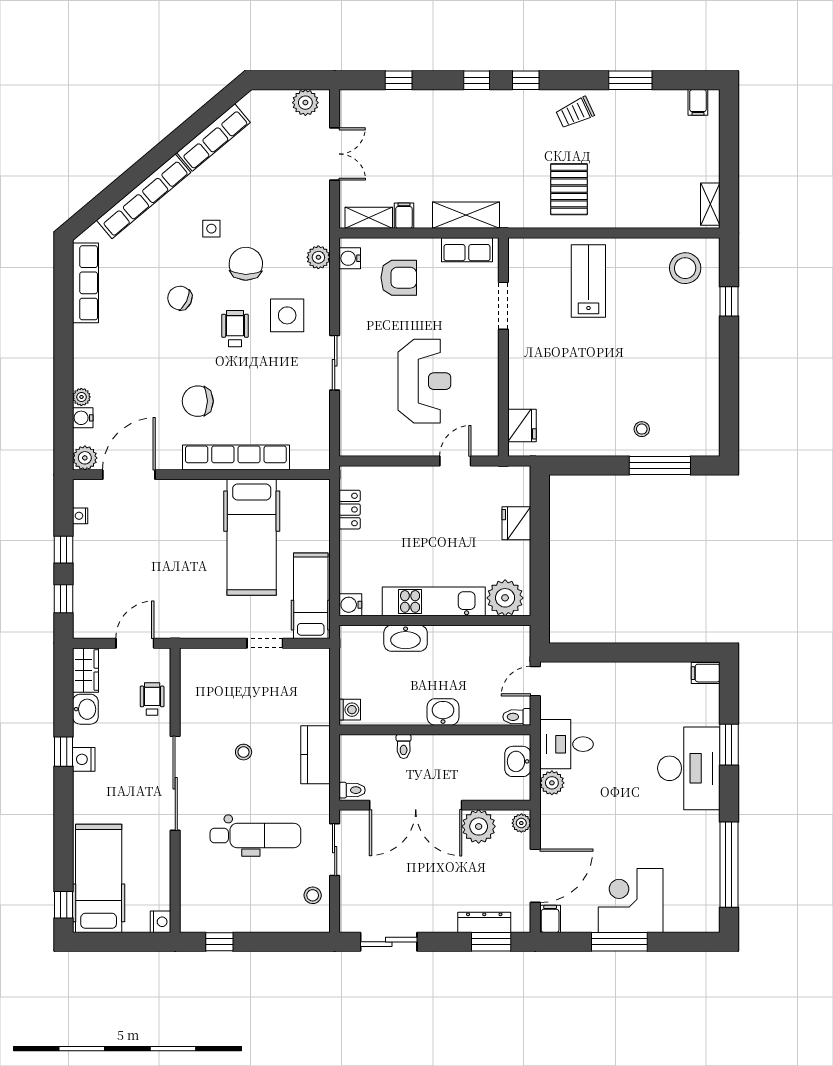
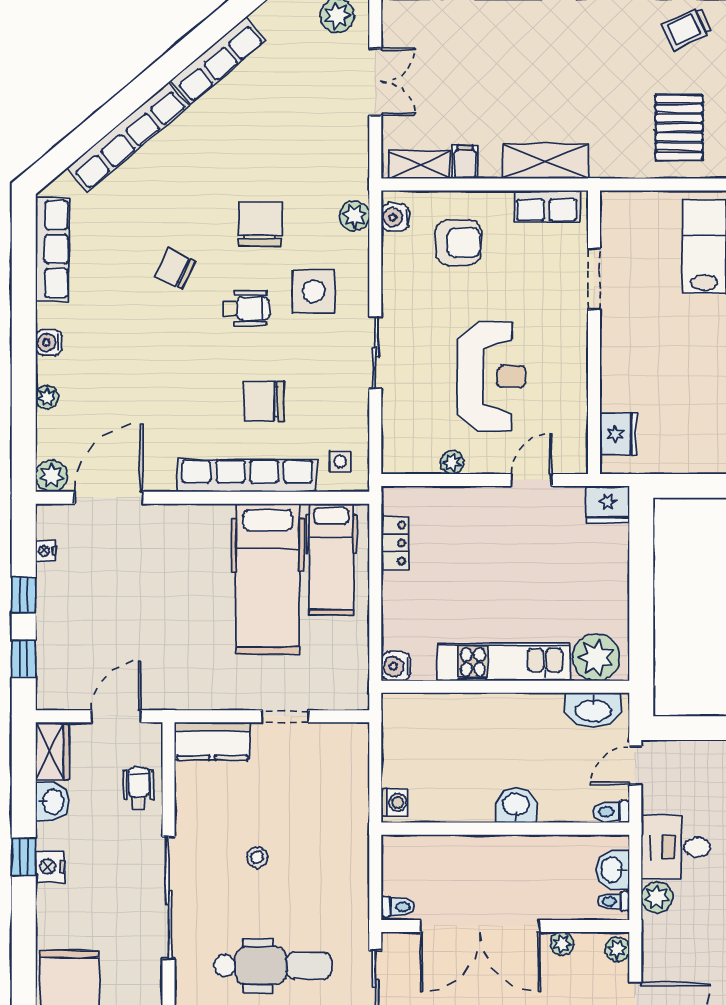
side table: (211, 229) -> (340, 461), moved
wheelchair: (235, 329) -> (246, 308), turned 90
chair: (198, 401) -> (264, 401), moved
water cooler: (83, 418) -> (49, 343), moved
plant: (394, 447) -> (452, 462), added
fridge: (516, 523) -> (608, 504), moved, turned -90
hospital bed: (311, 596) -> (331, 559), moved, turned 180
washbasin: (406, 638) -> (593, 710), moved
toilet: (404, 747) -> (614, 901), moved, turned 90
kitchen counter: (316, 755) -> (212, 741), moved, turned -90
plant: (479, 826) -> (562, 944), width x0.53, depth x0.53

